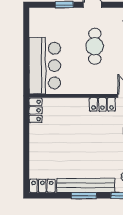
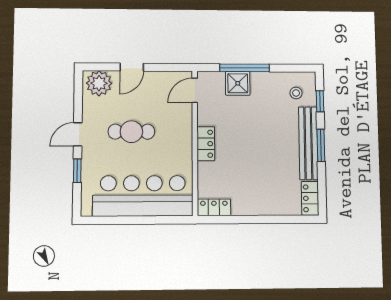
bar counter: (45, 66) -> (143, 196), width x1.36
locker: (102, 104) -> (206, 144), moved

